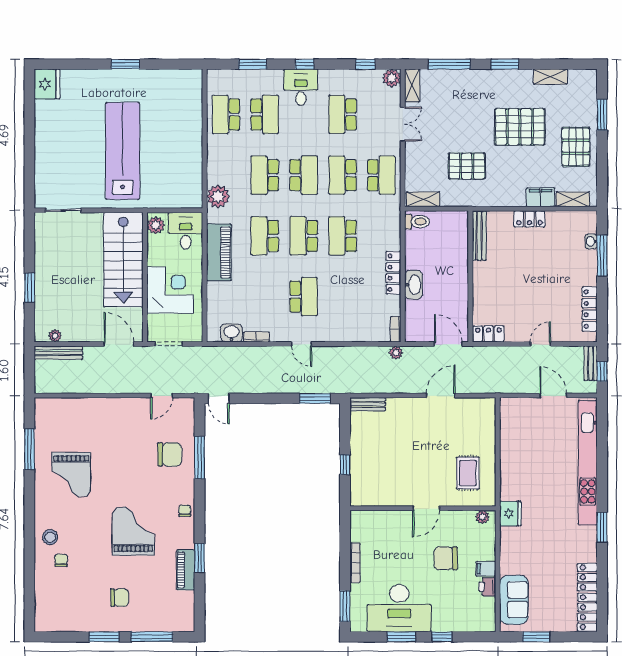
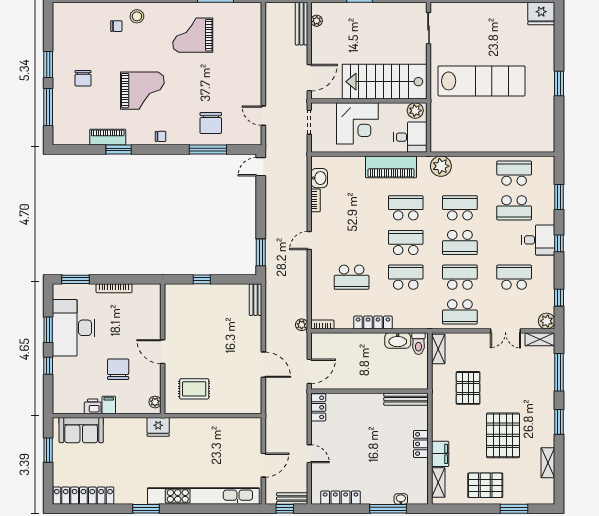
washbasin: (413, 285) -> (398, 340), moved
school desk: (304, 297) -> (352, 277), moved

